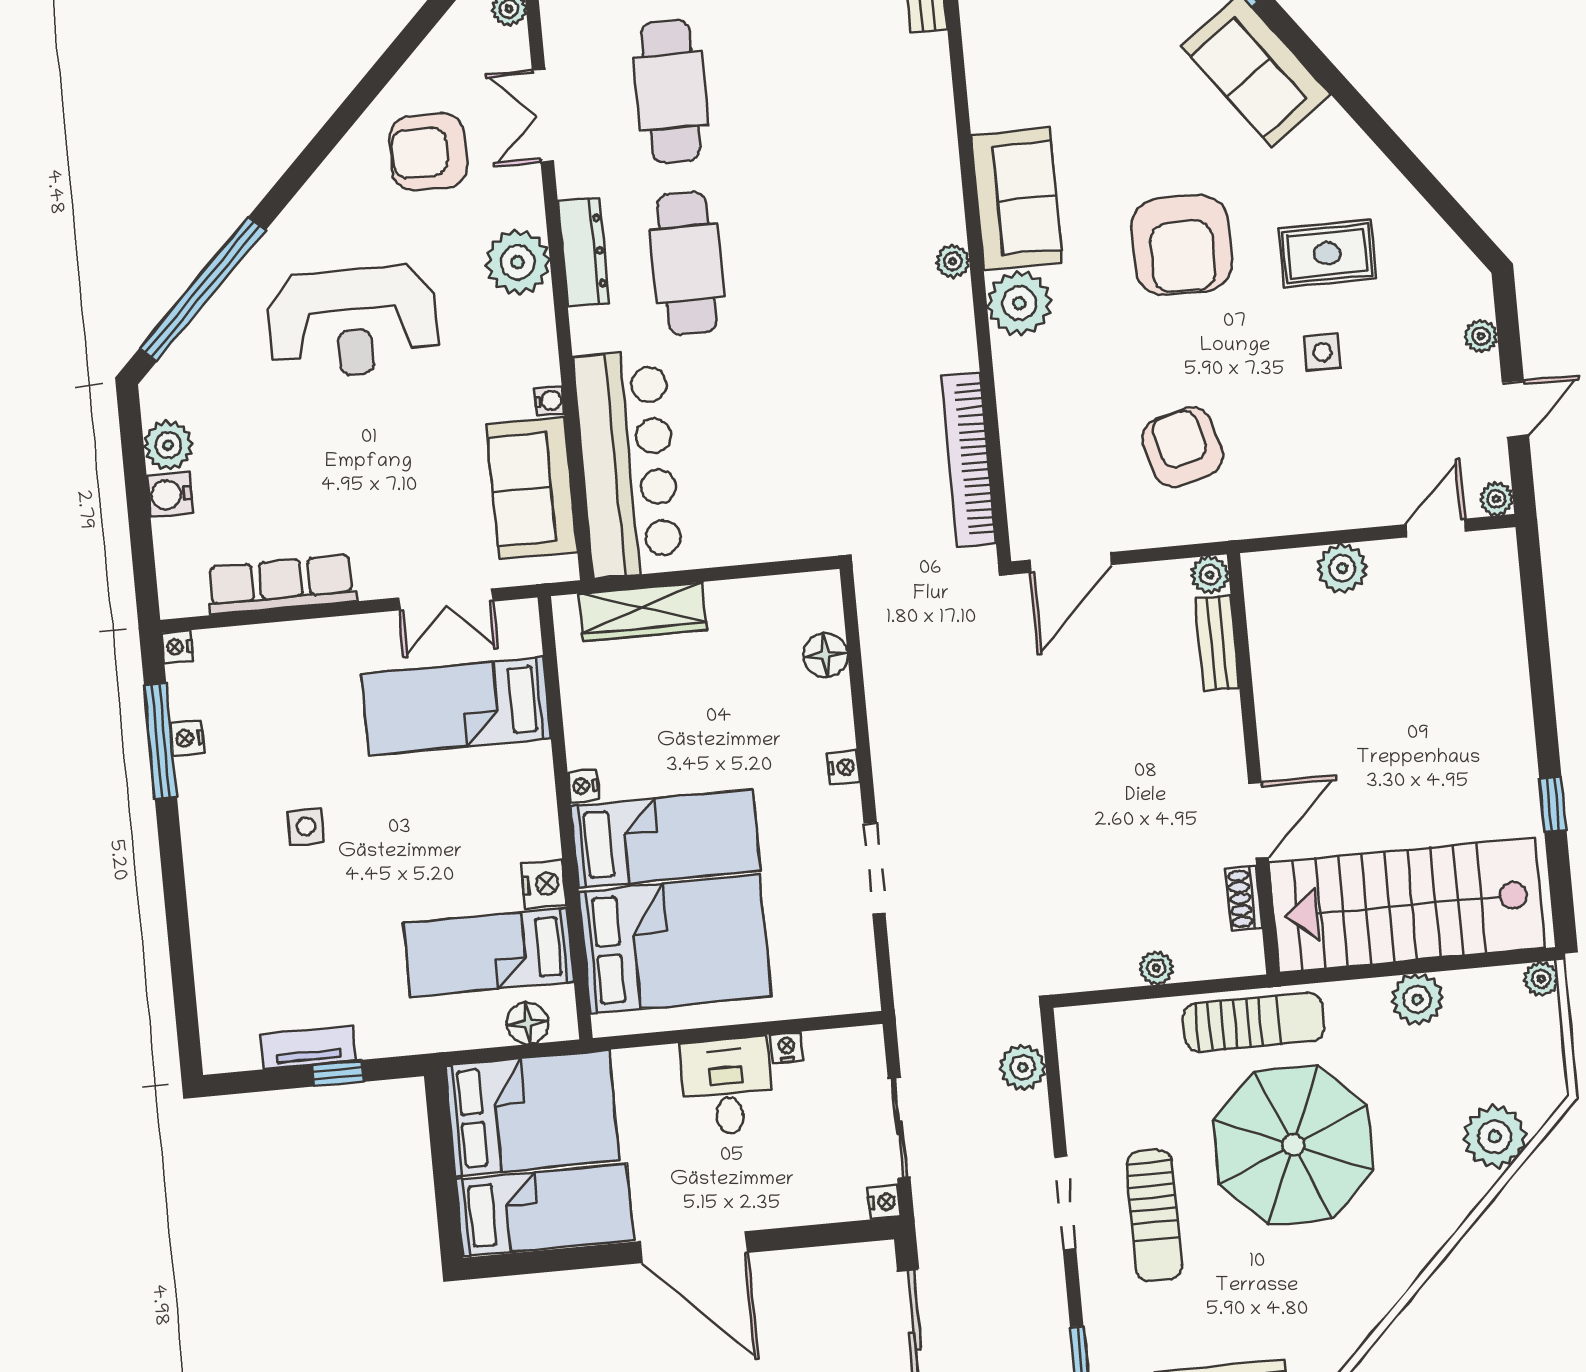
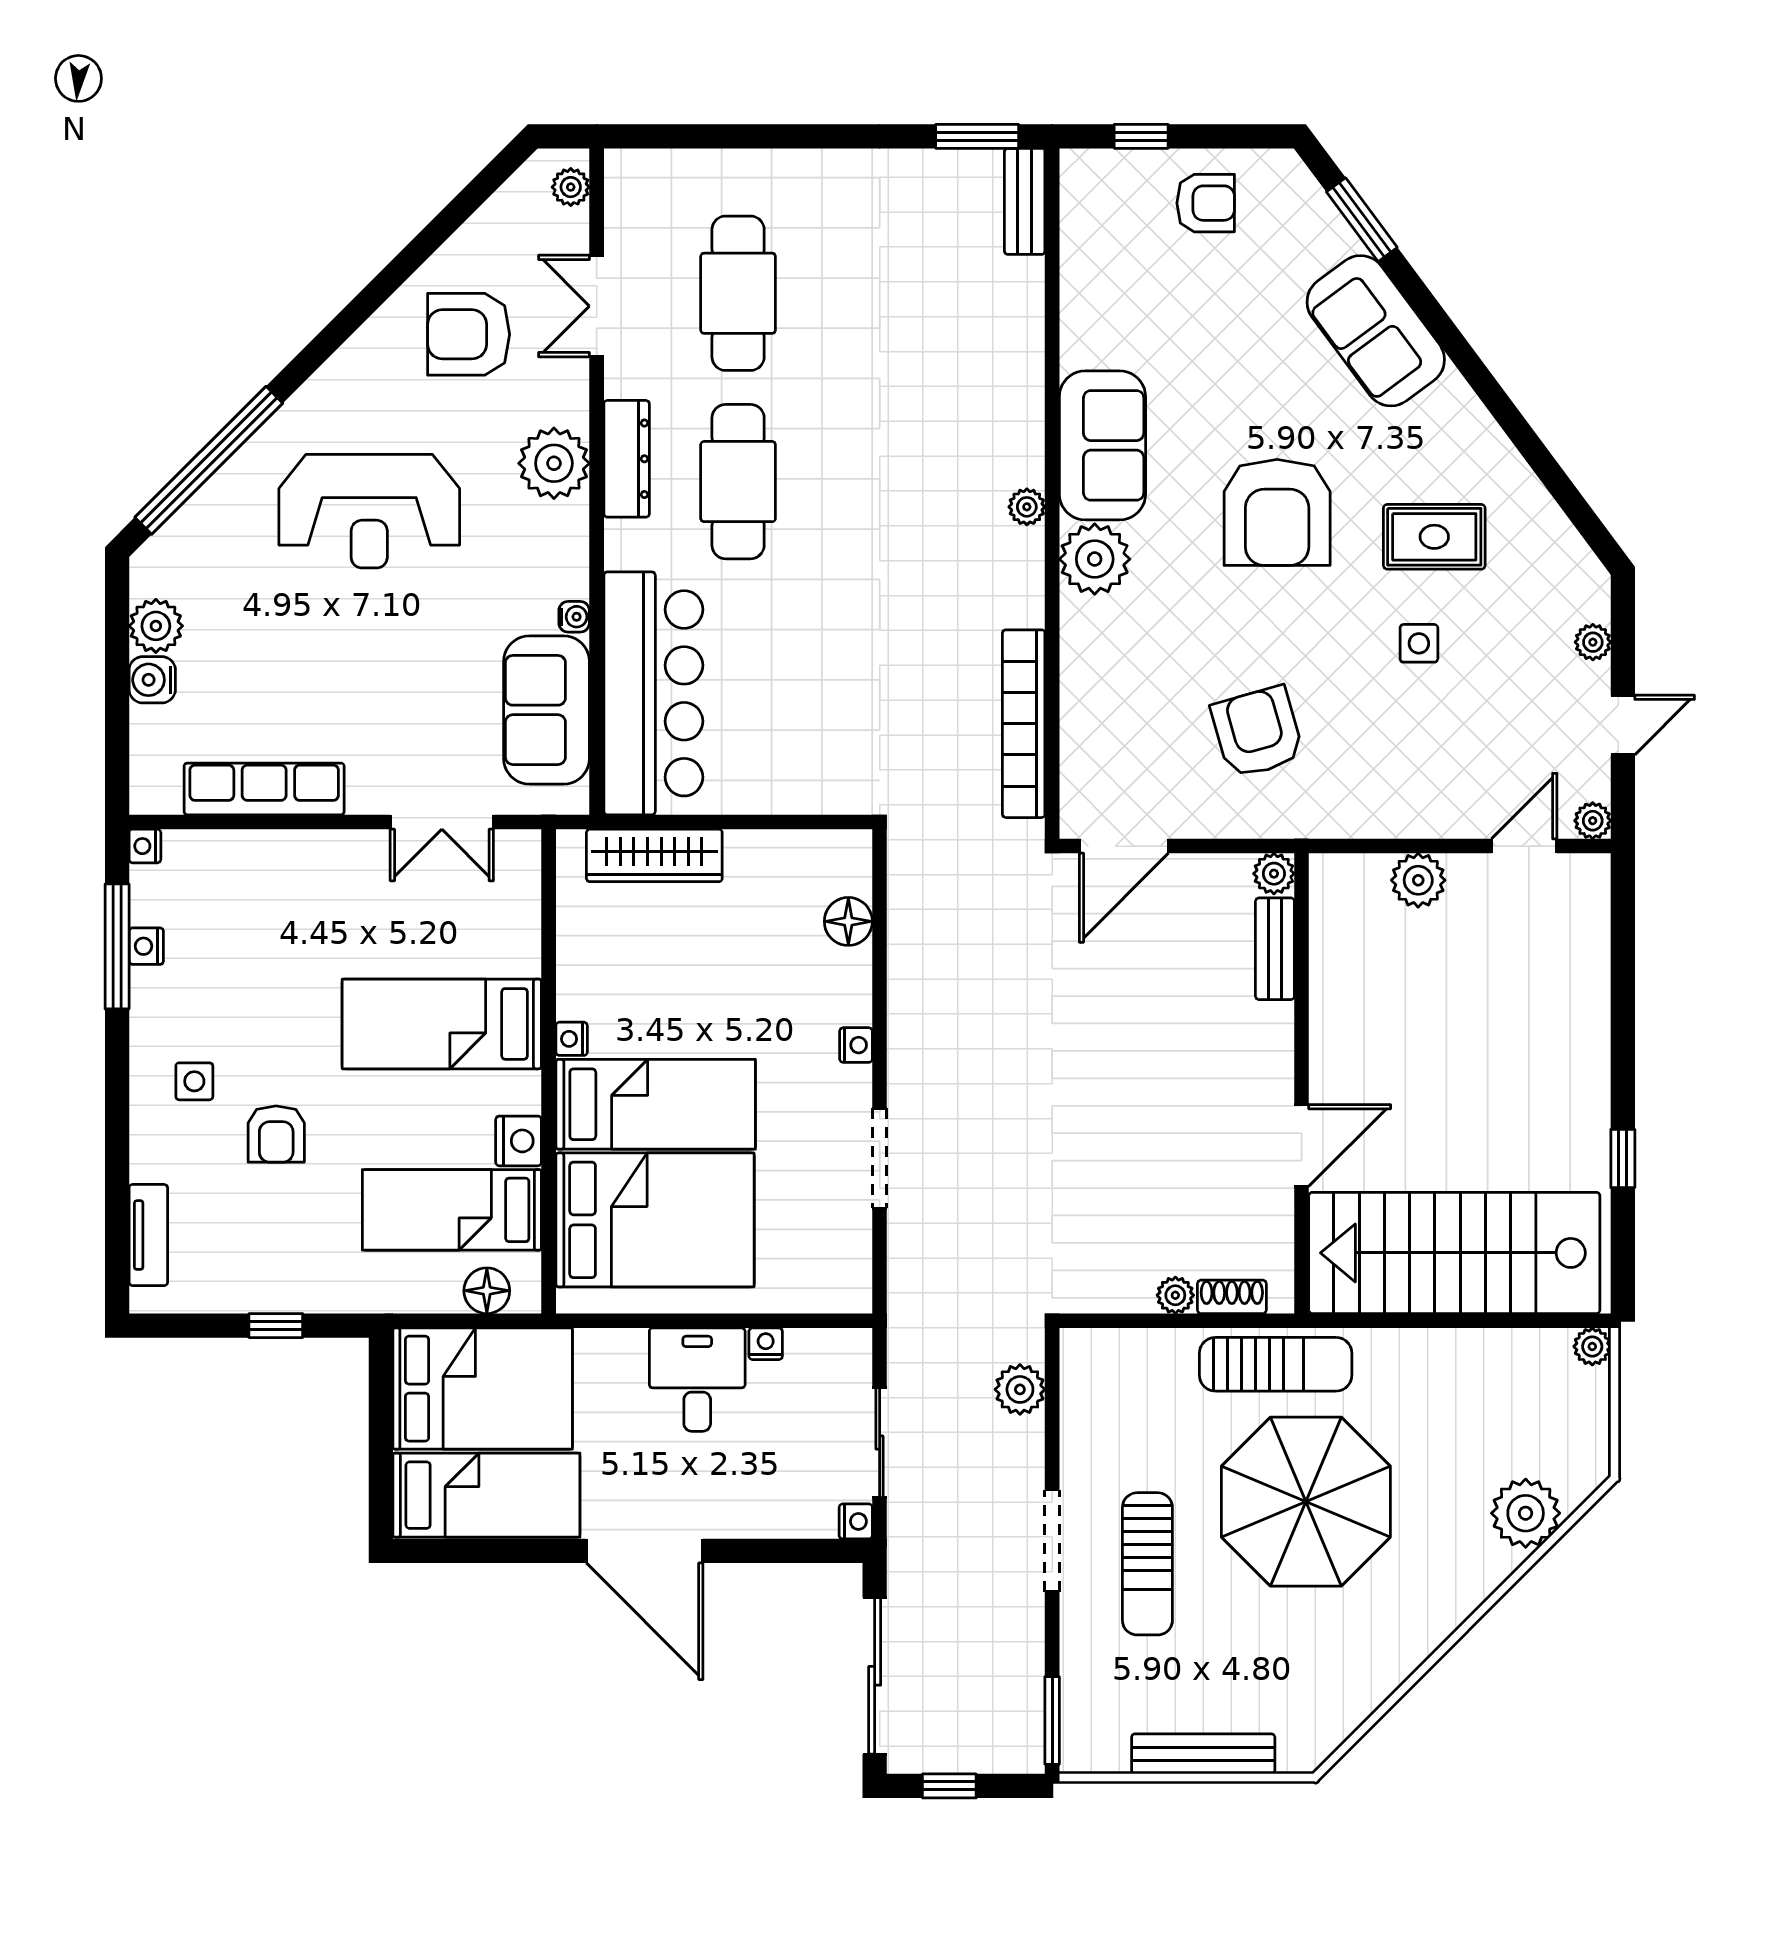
bed: (456, 706) -> (442, 1024), moved
side table: (306, 826) -> (194, 1081), moved
armchair: (322, 898) -> (276, 1134), added
shoe rack: (1244, 898) -> (1232, 1297), moved, turned 90
plant: (1417, 999) -> (1455, 1356), removed
tv unit: (308, 1047) -> (148, 1235), moved, turned 90

